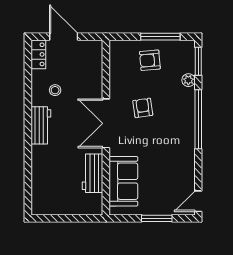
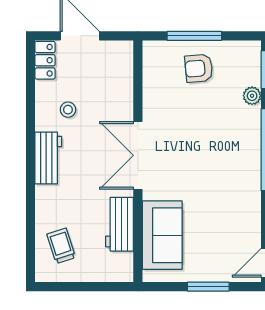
window: (160, 37) -> (194, 36), moved
armchair: (143, 108) -> (189, 134), removed
trolley: (50, 189) -> (61, 246), added

